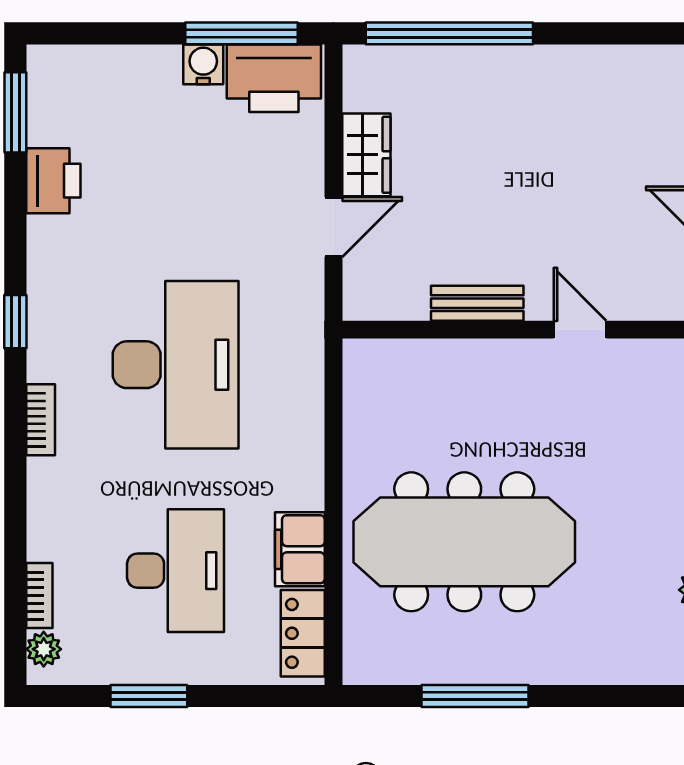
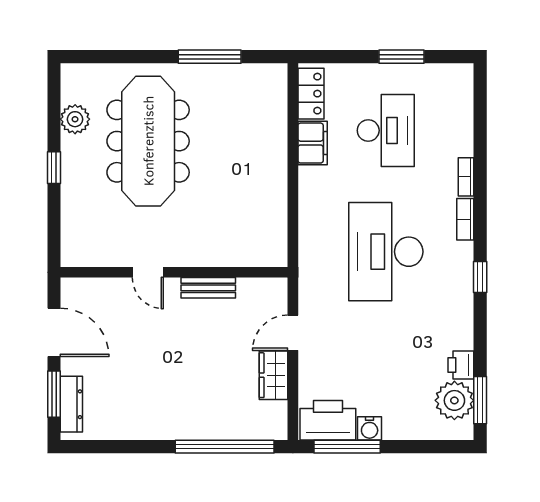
printer: (53, 181) -> (461, 365), width x0.73, depth x0.81
meeting table: (464, 542) -> (148, 141), moved, turned 90
desk: (176, 571) -> (386, 130), turned 180
bookcase: (39, 596) -> (466, 177), moved
plant: (44, 649) -> (454, 400), moved, width x1.88, depth x1.88

